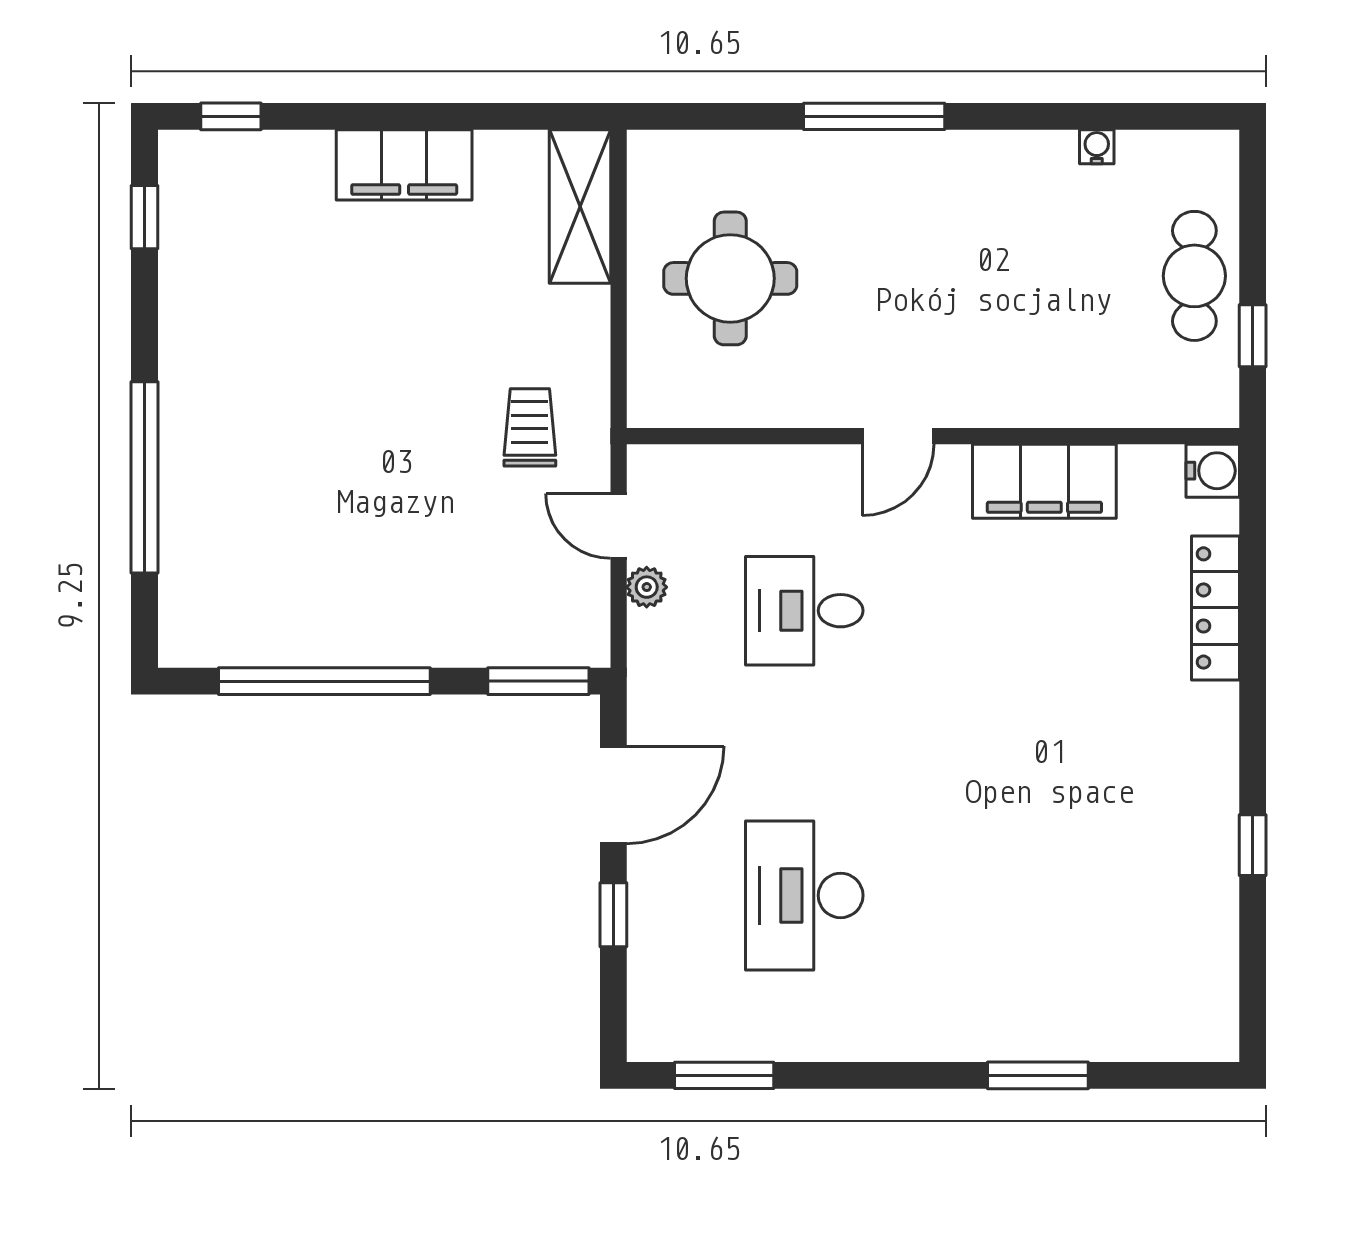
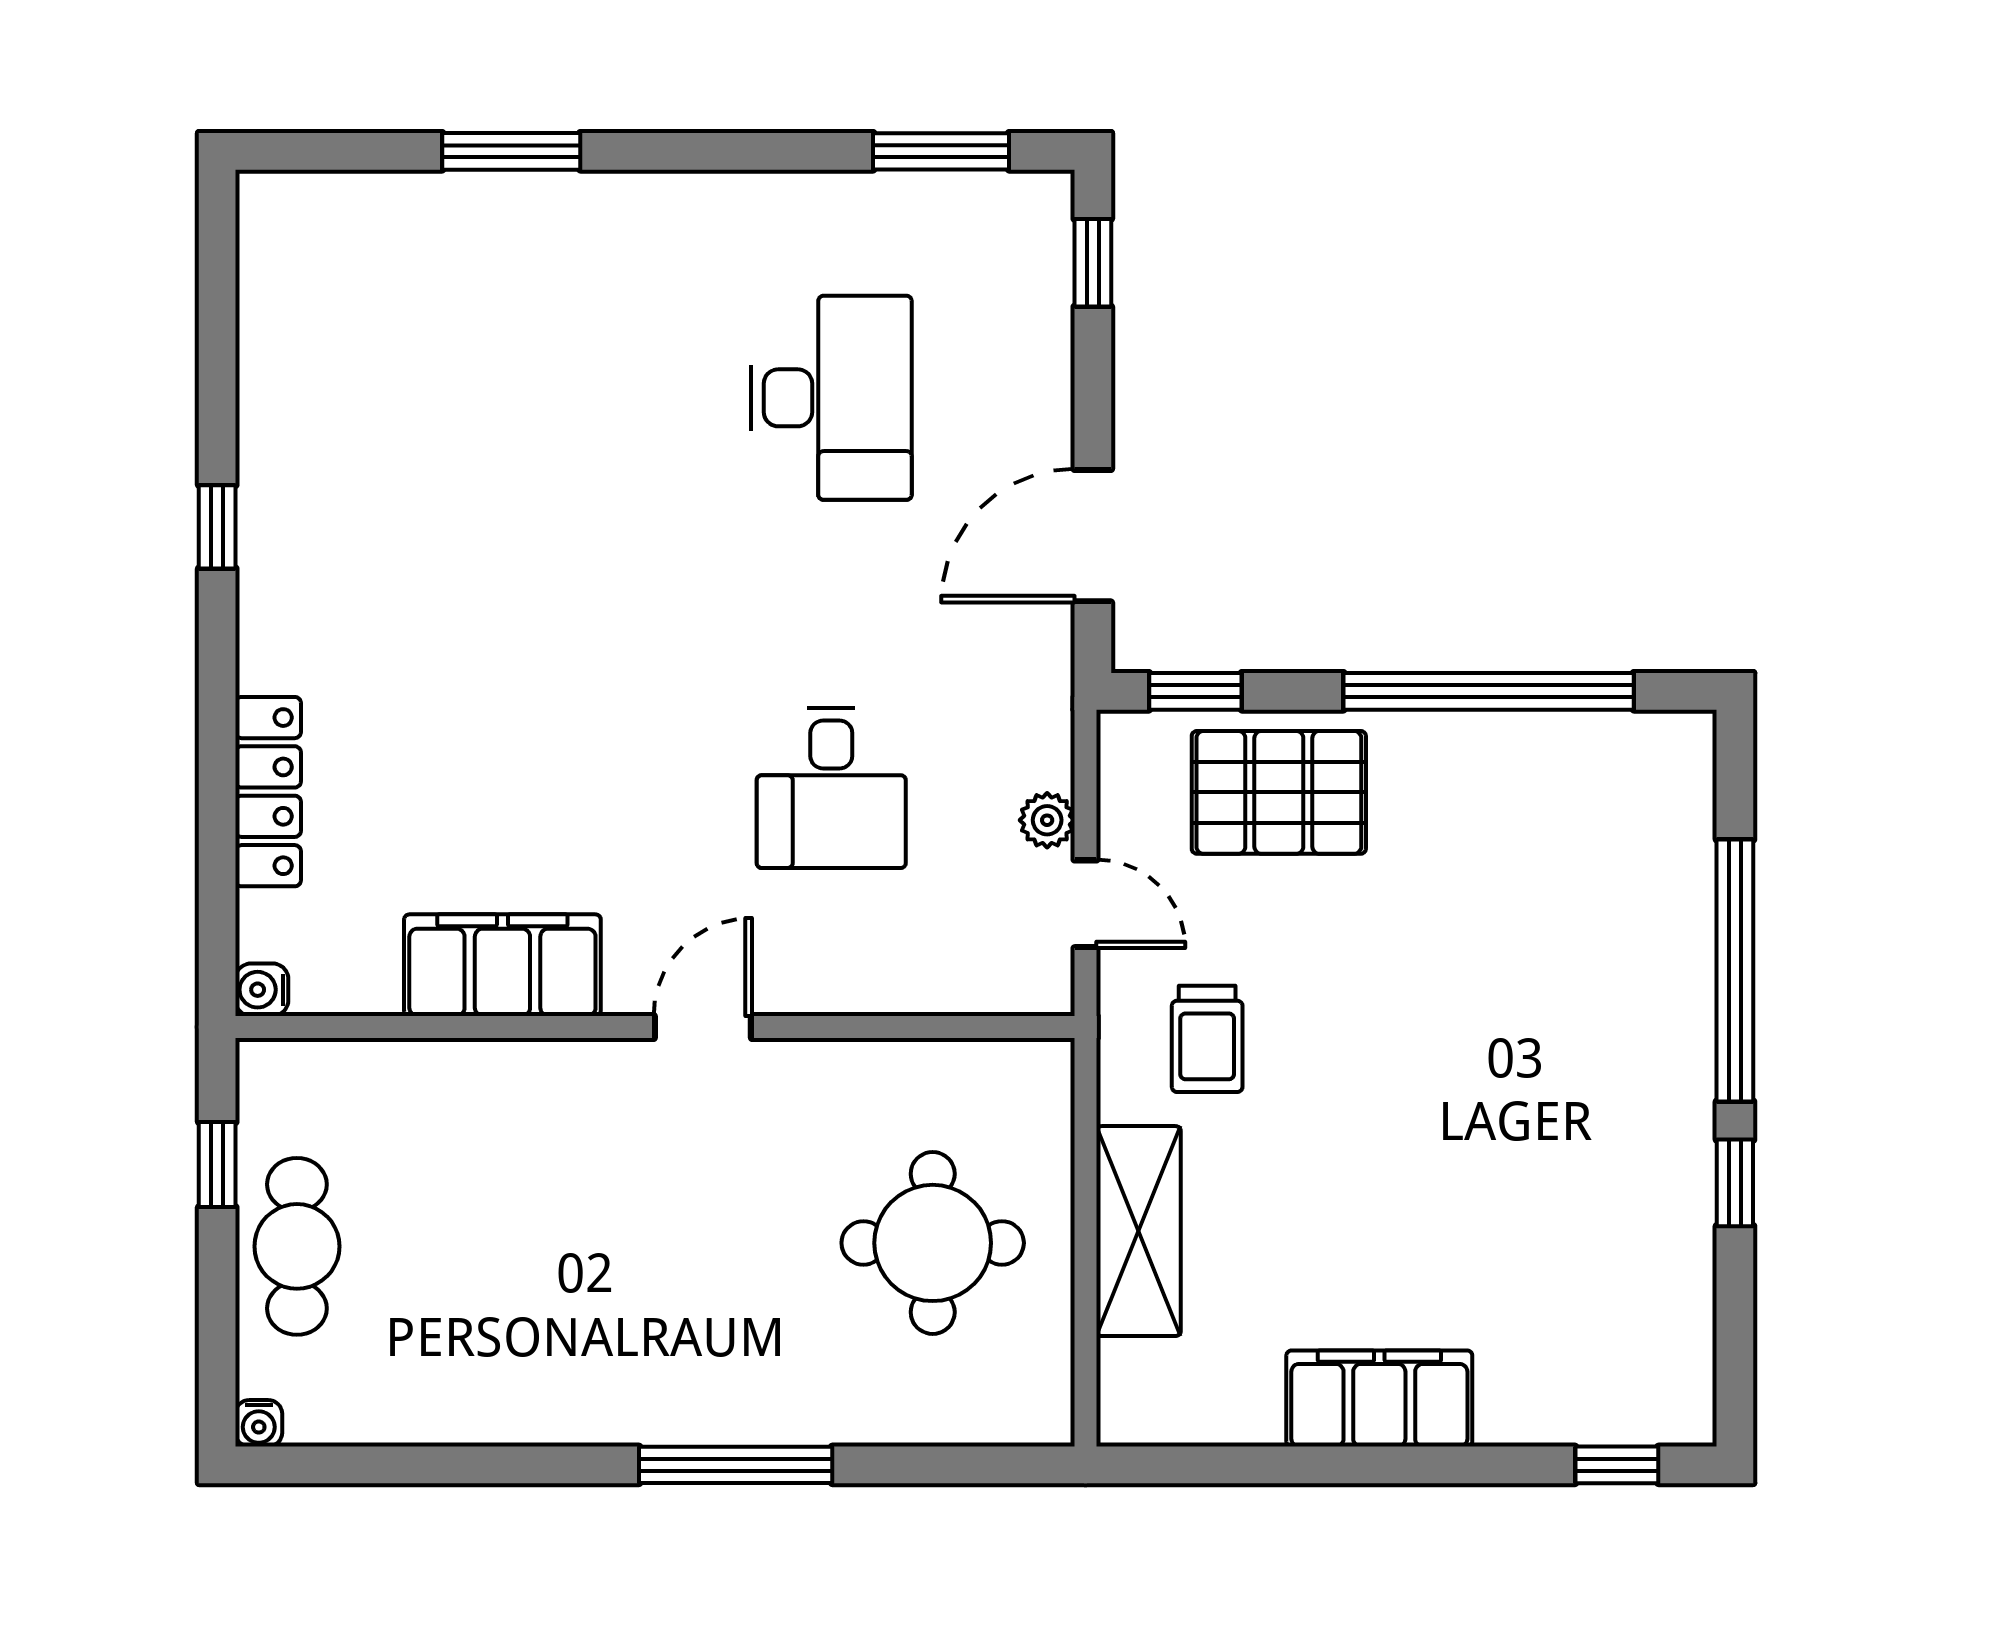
water cooler: (1097, 147) -> (259, 1423), moved
shelving: (580, 206) -> (1139, 1231), moved
window: (144, 217) -> (1735, 1183), moved
water cooler: (1213, 471) -> (262, 990), width x0.72, depth x0.72
pallet: (478, 607) -> (1279, 792), added
desk: (804, 611) -> (831, 788), turned 90
window: (538, 681) -> (1195, 691), width x0.67
window: (1253, 845) -> (217, 527), moved
window: (613, 915) -> (1093, 263), moved

